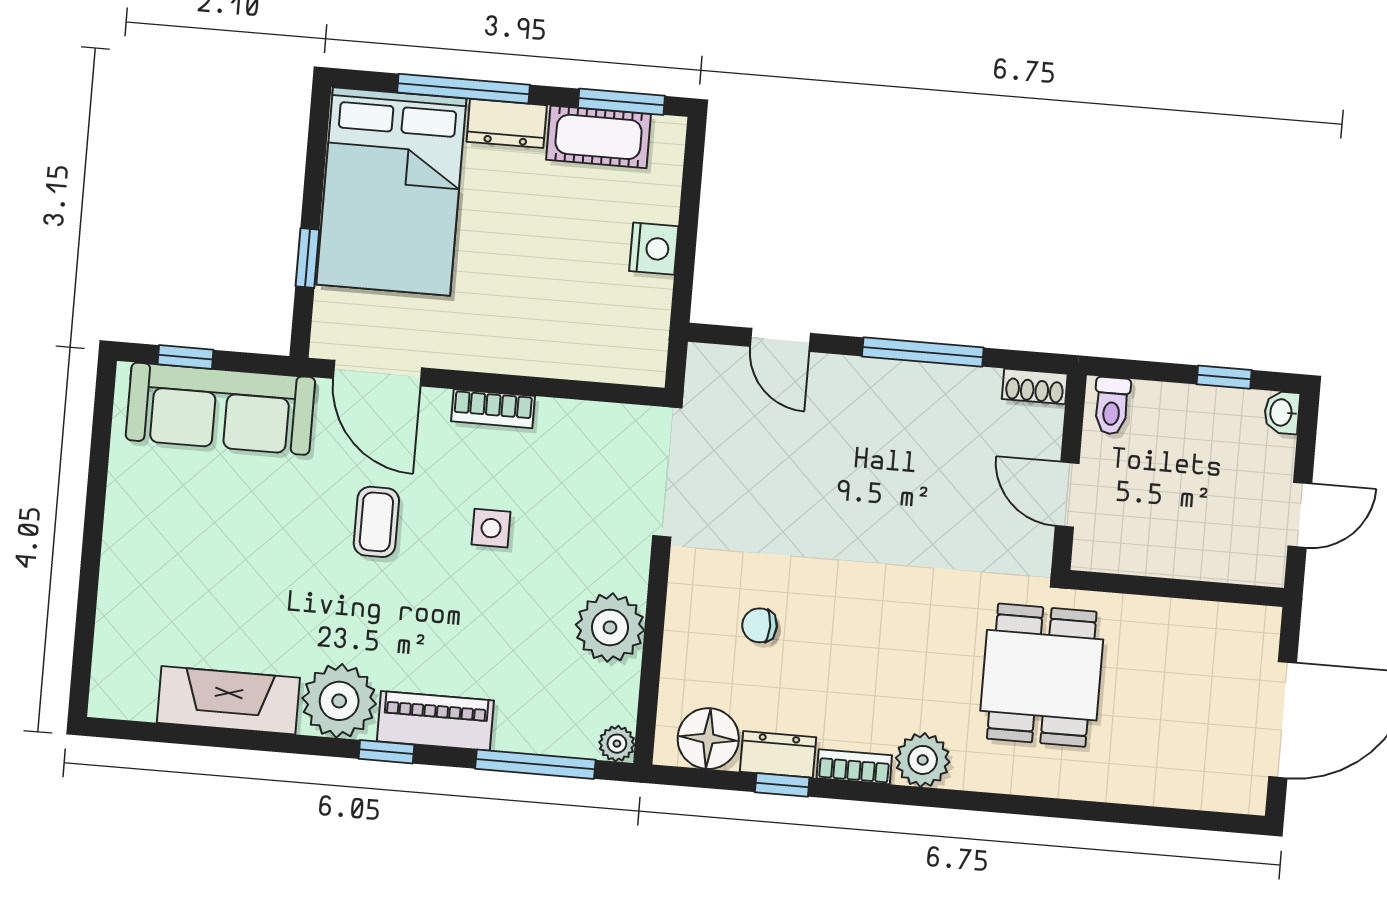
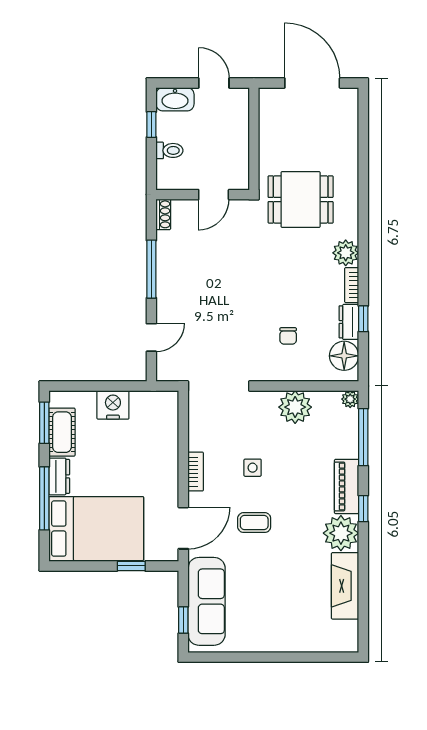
nightstand: (654, 249) -> (113, 405), width x1.36, depth x1.33
toilet: (1112, 406) -> (169, 150), moved
washbasin: (1282, 413) -> (175, 99), width x1.91, depth x1.45

